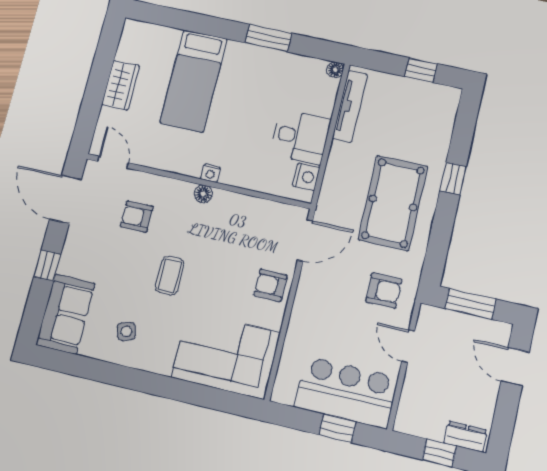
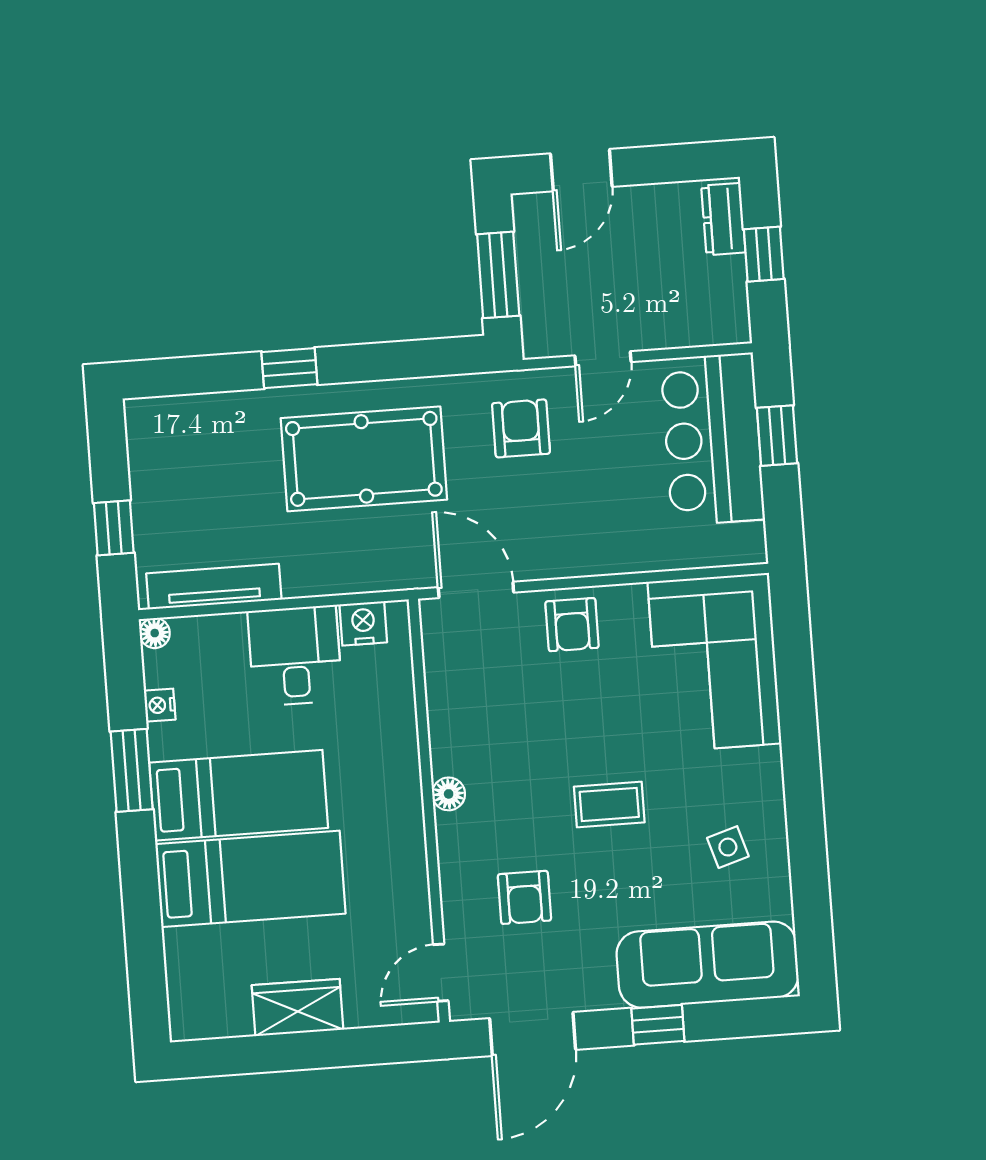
window: (421, 70) -> (114, 528), moved
bed: (238, 87) -> (239, 795), added
nightstand: (210, 173) -> (160, 705), moved, turned 180
sofa: (66, 314) -> (708, 965), width x1.36

